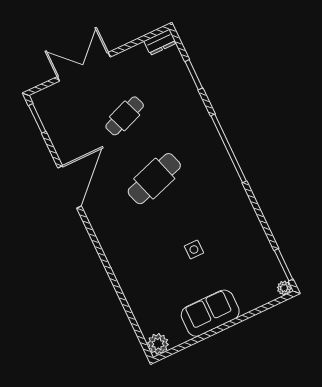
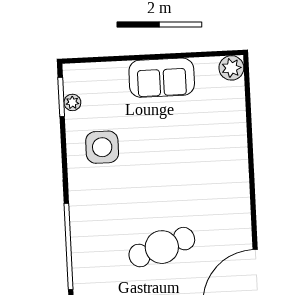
side table: (194, 250) -> (102, 147), moved, width x1.87, depth x1.87
plant: (284, 288) -> (72, 102), moved

